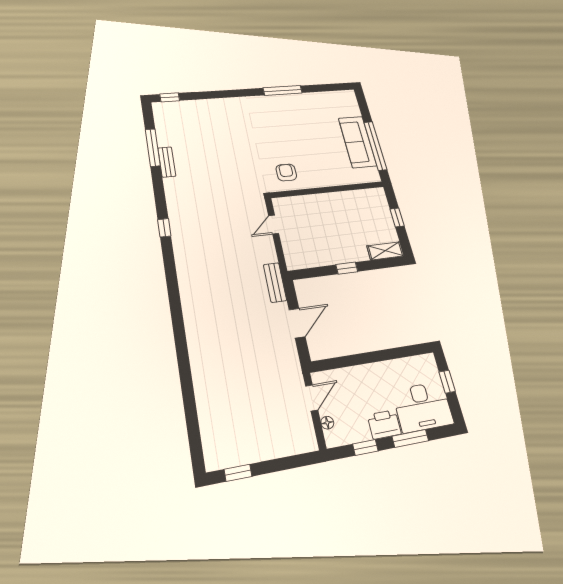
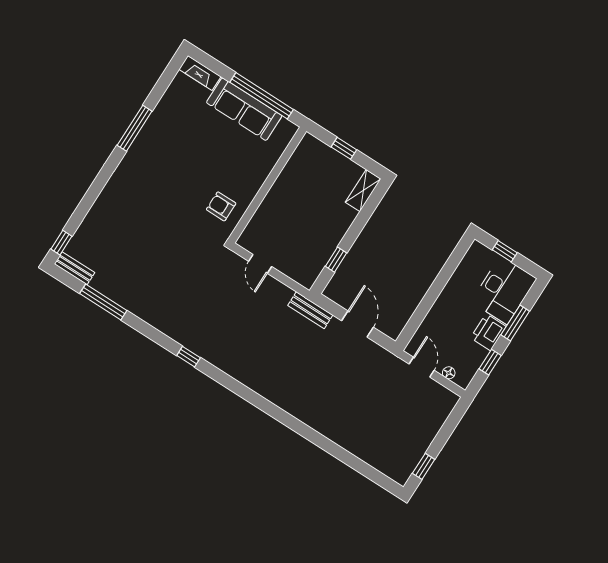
fireplace: (351, 103) -> (200, 73), added
bench: (167, 162) -> (75, 268), moved
window: (347, 268) -> (336, 260), moved

